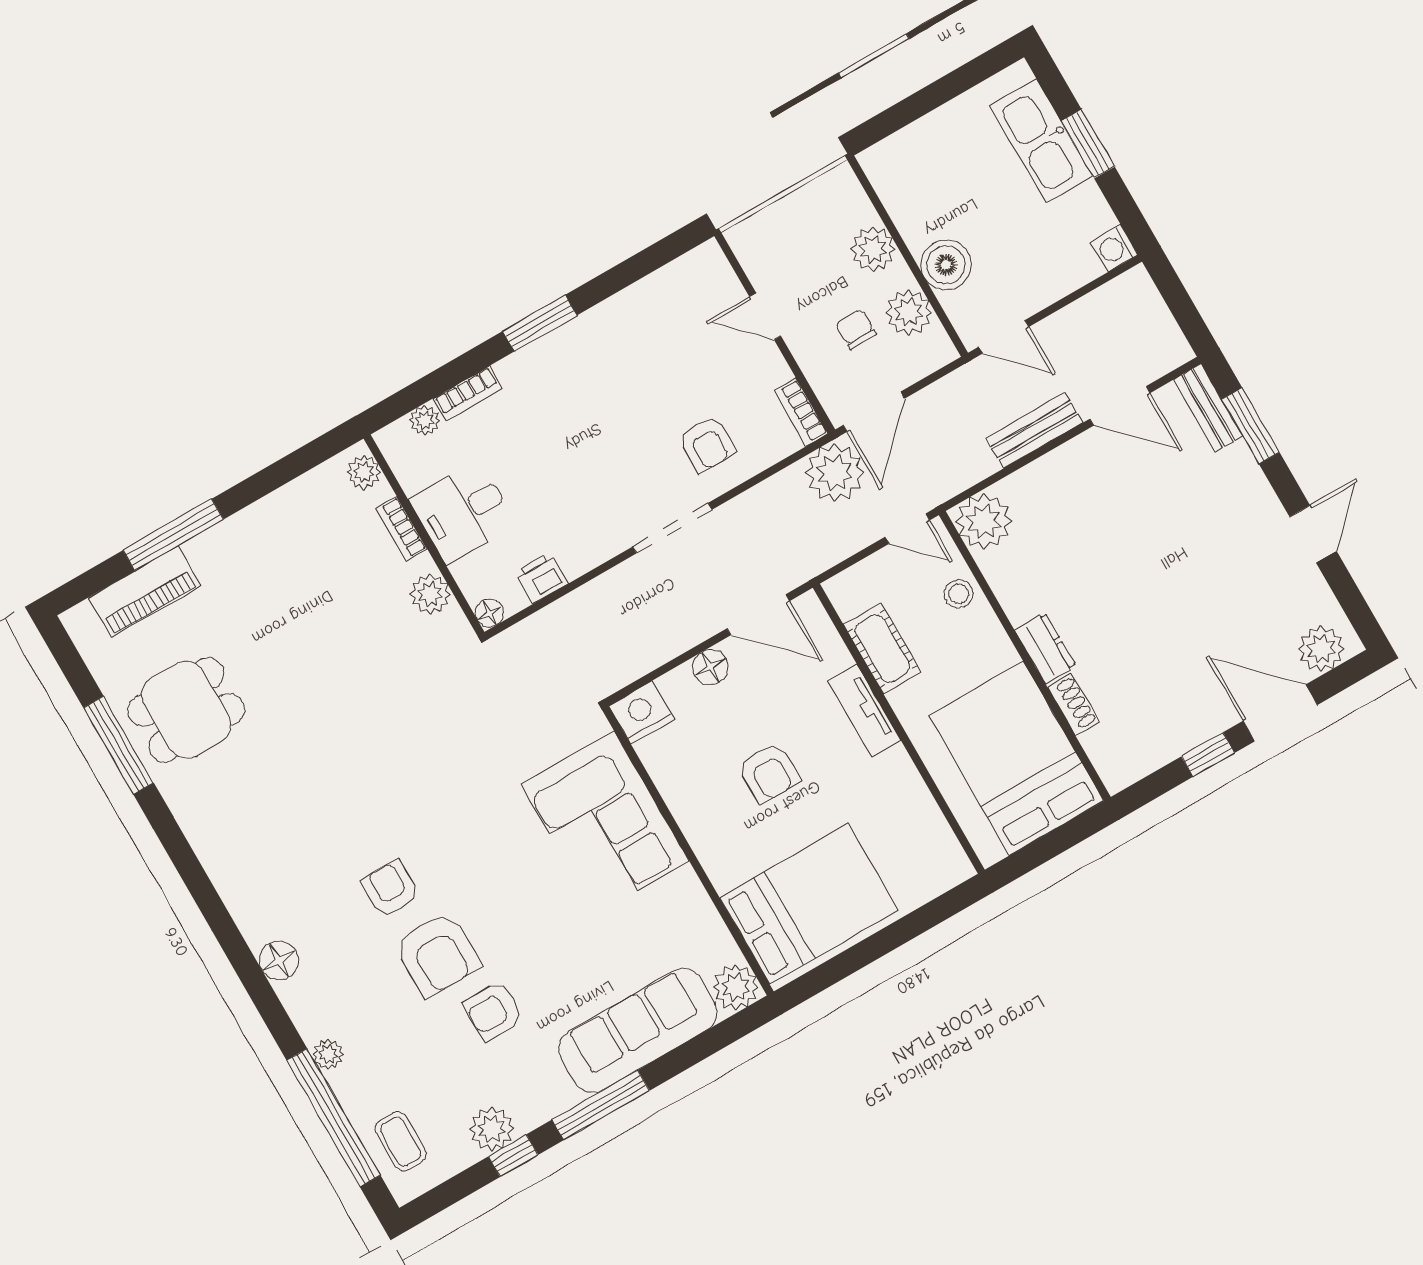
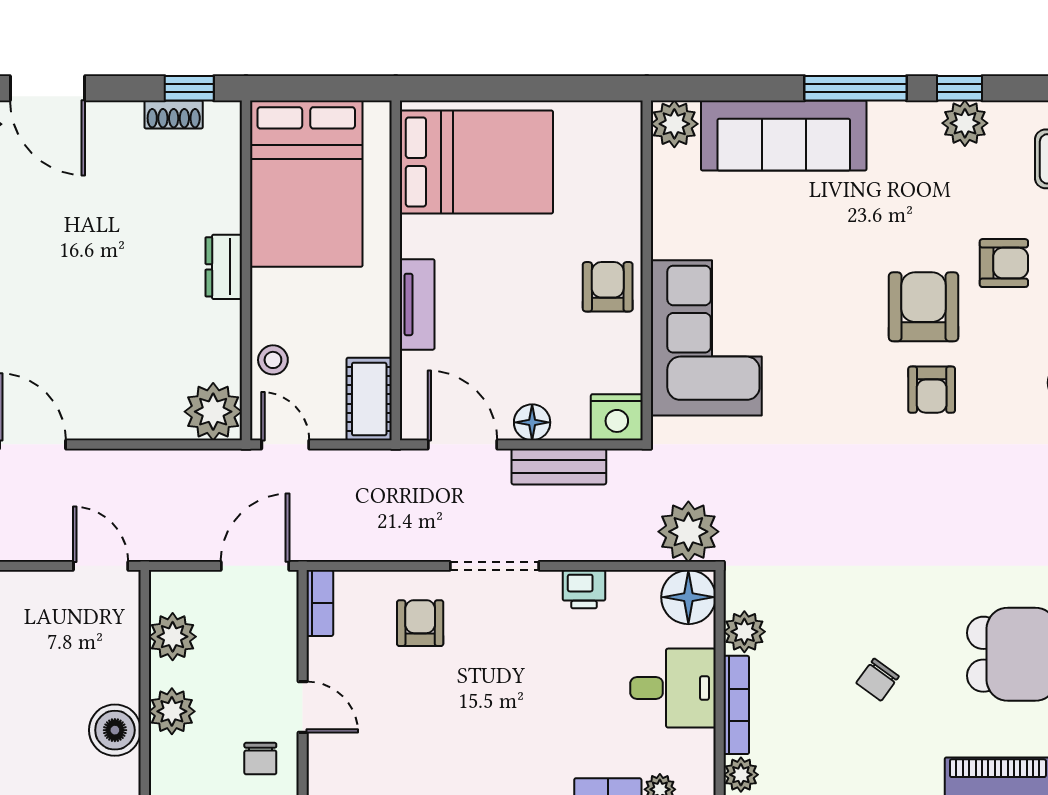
boiler: (946, 265) -> (115, 730), moved
chair: (856, 329) -> (260, 759), moved
bench: (1034, 430) -> (559, 467), moved
plant: (835, 473) -> (688, 532), moved
bookcase: (401, 529) -> (736, 705), width x1.56
printer: (541, 578) -> (584, 589), moved
floor lamp: (490, 613) -> (688, 597), width x1.89, depth x1.89
chair: (295, 618) -> (878, 680), added
cot: (882, 648) -> (369, 399), moved
shoe rack: (1073, 705) -> (174, 115), moved, turned -90
window: (1208, 755) -> (189, 88), moved
armchair: (769, 772) -> (608, 287), moved
bed: (809, 904) -> (476, 162), moved, turned 180
armchair: (494, 1011) -> (1004, 263), moved

